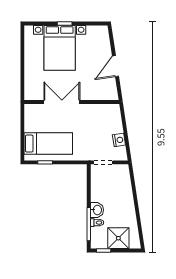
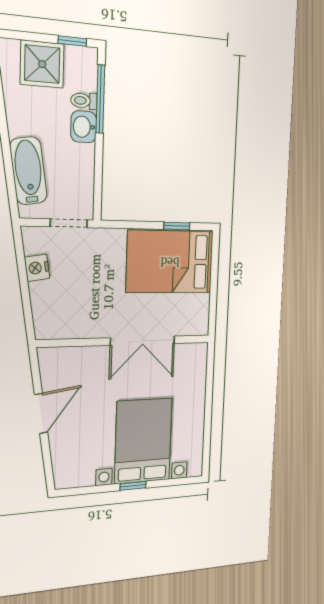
bed: (48, 144) -> (170, 262), width x1.50
bathtub: (124, 187) -> (28, 171), added

